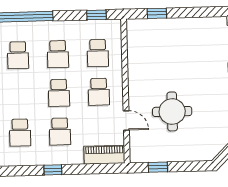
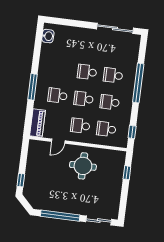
round table: (172, 111) -> (83, 166), moved
school desk: (20, 133) -> (87, 72), moved
window: (158, 167) -> (21, 180), moved
window: (53, 170) -> (33, 87), width x2.17

